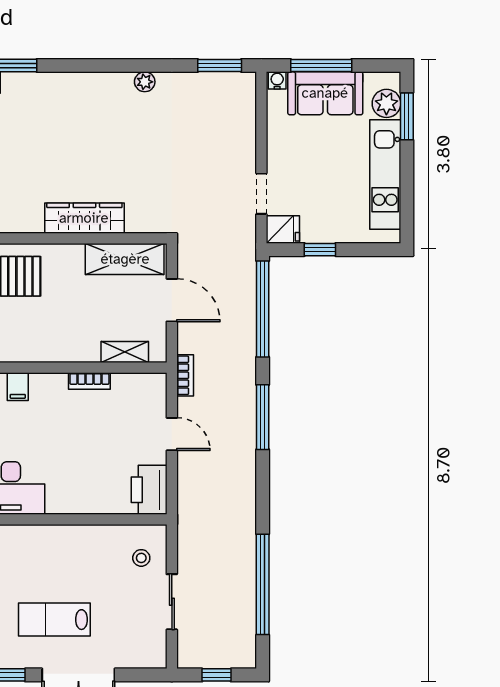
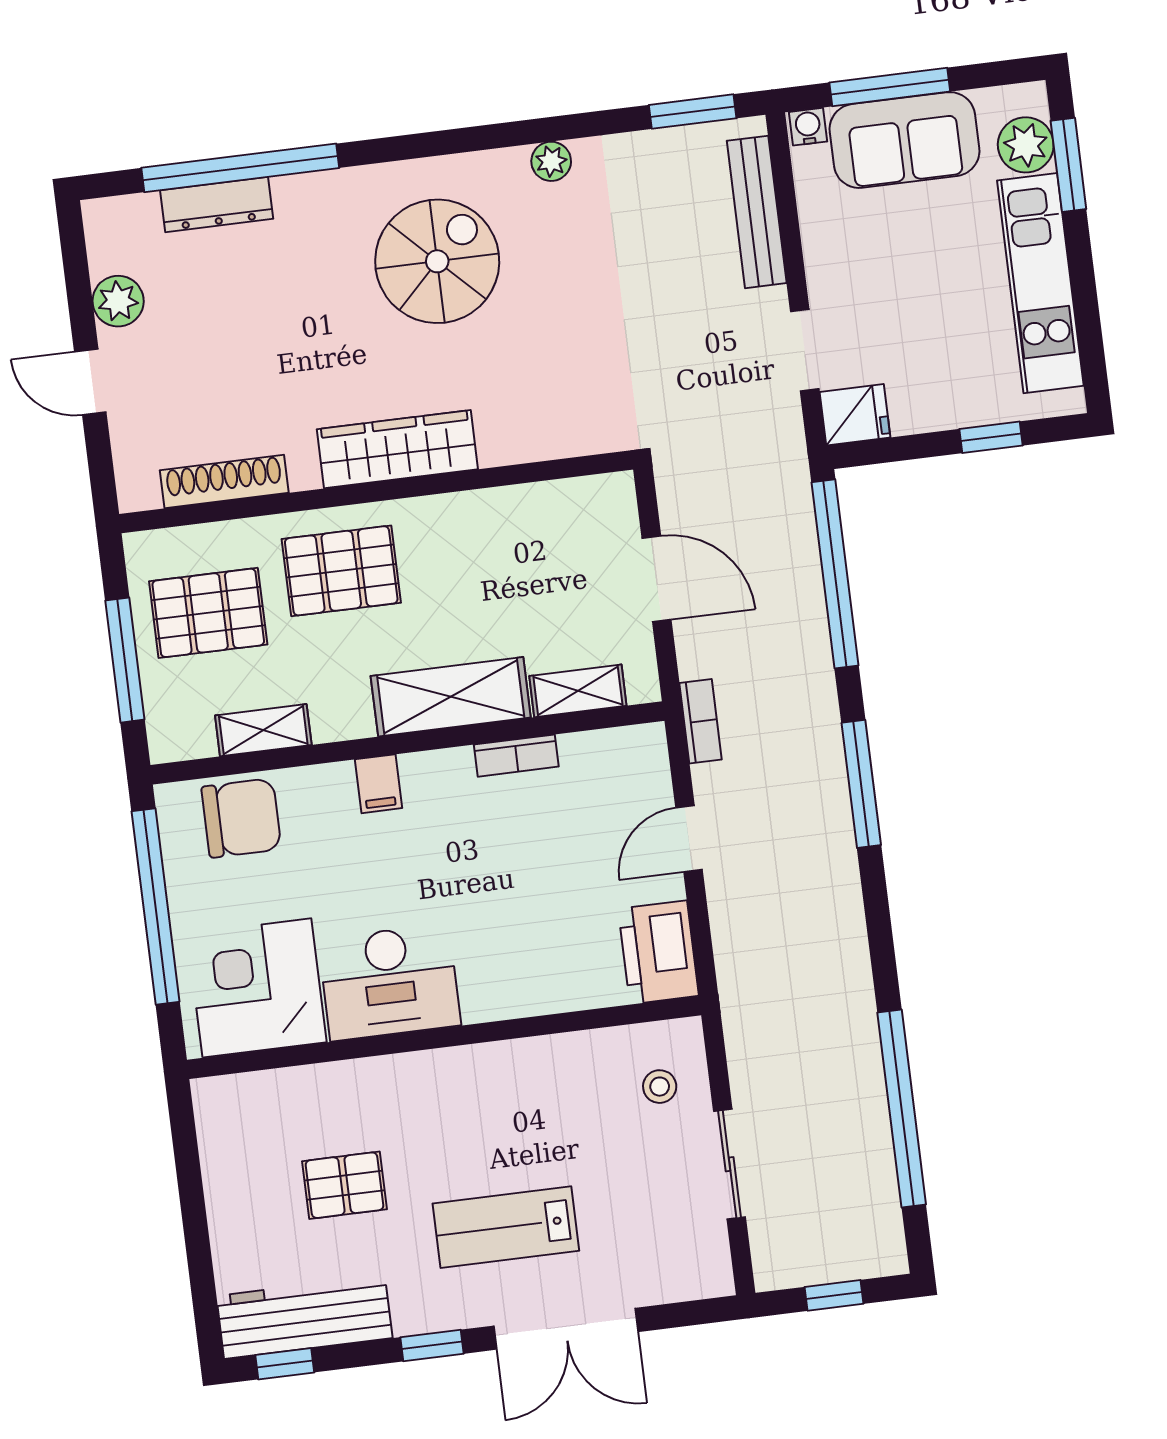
bench: (246, 120) -> (757, 212), added
spiral stairs: (81, 125) -> (437, 261), added
wardrobe: (84, 218) -> (397, 449), moved
window: (320, 250) -> (991, 437), moved
shelving: (125, 259) -> (451, 697), moved
door: (172, 434) -> (689, 839), swing flipped

